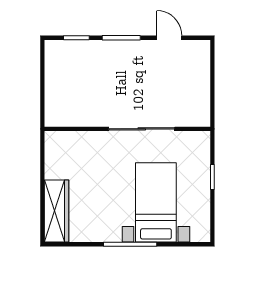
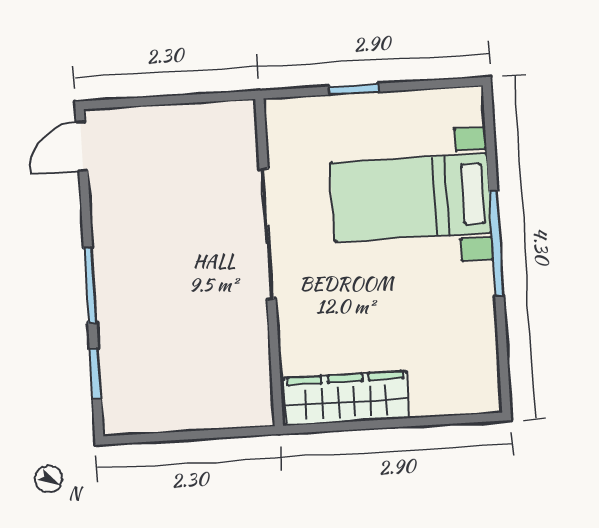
door: (169, 38) -> (82, 146), moved
wardrobe: (56, 211) -> (346, 398), moved

